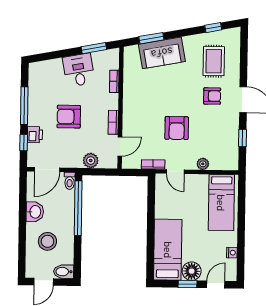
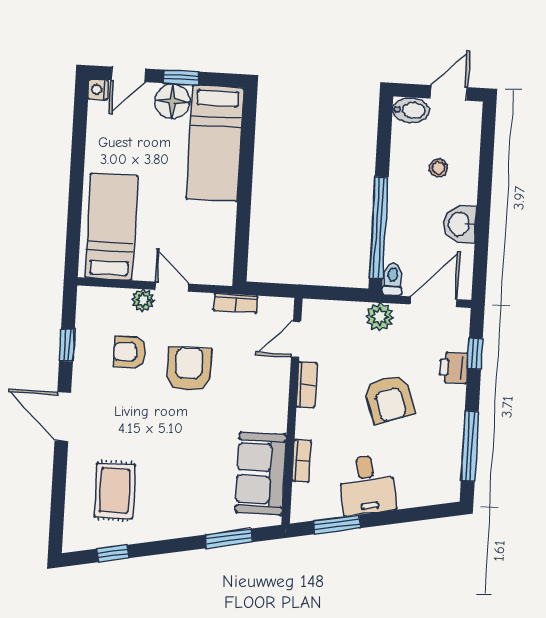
sofa: (162, 53) -> (261, 473), moved, turned -79
armchair: (212, 96) -> (129, 352), moved
window: (24, 106) -> (470, 446), moved
armchair: (69, 117) -> (389, 399), turned 72
plant: (91, 161) -> (380, 317), moved
door: (175, 172) -> (172, 287), moved
stool: (47, 241) -> (439, 168), width x0.53, depth x0.53
nightstand: (232, 253) -> (98, 90), moved

